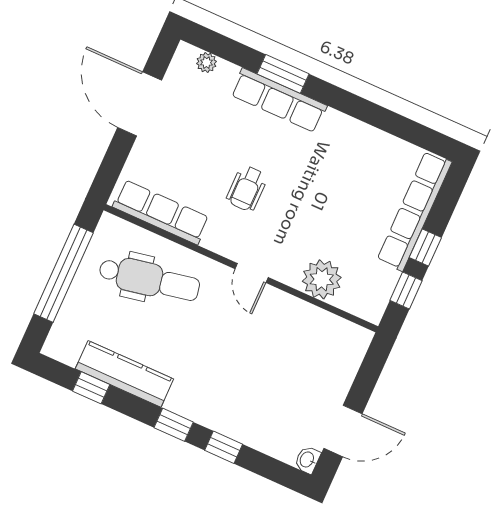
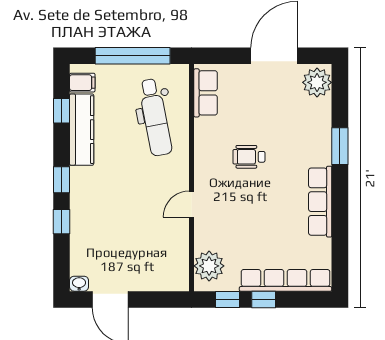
plant: (207, 63) -> (317, 82), width x1.88, depth x1.88
row of seats: (279, 100) -> (320, 202), moved
row of seats: (161, 212) -> (206, 93), width x0.68
door: (252, 273) -> (192, 204), moved
plant: (322, 279) -> (209, 266), moved
filing cabinet: (69, 348) -> (82, 83), added

